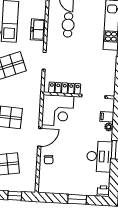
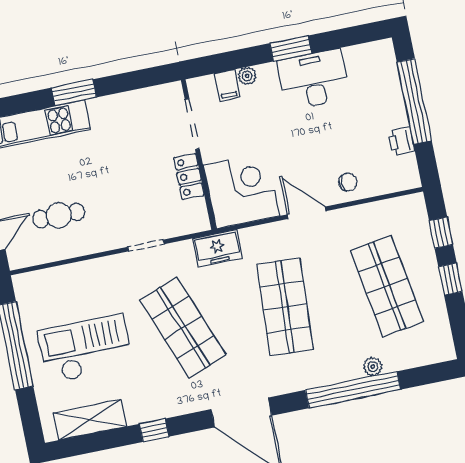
freezer: (38, 30) -> (217, 248), moved
locker: (65, 88) -> (189, 176), width x0.66
printer: (103, 191) -> (401, 141), moved
window: (77, 199) -> (414, 101), width x2.11

